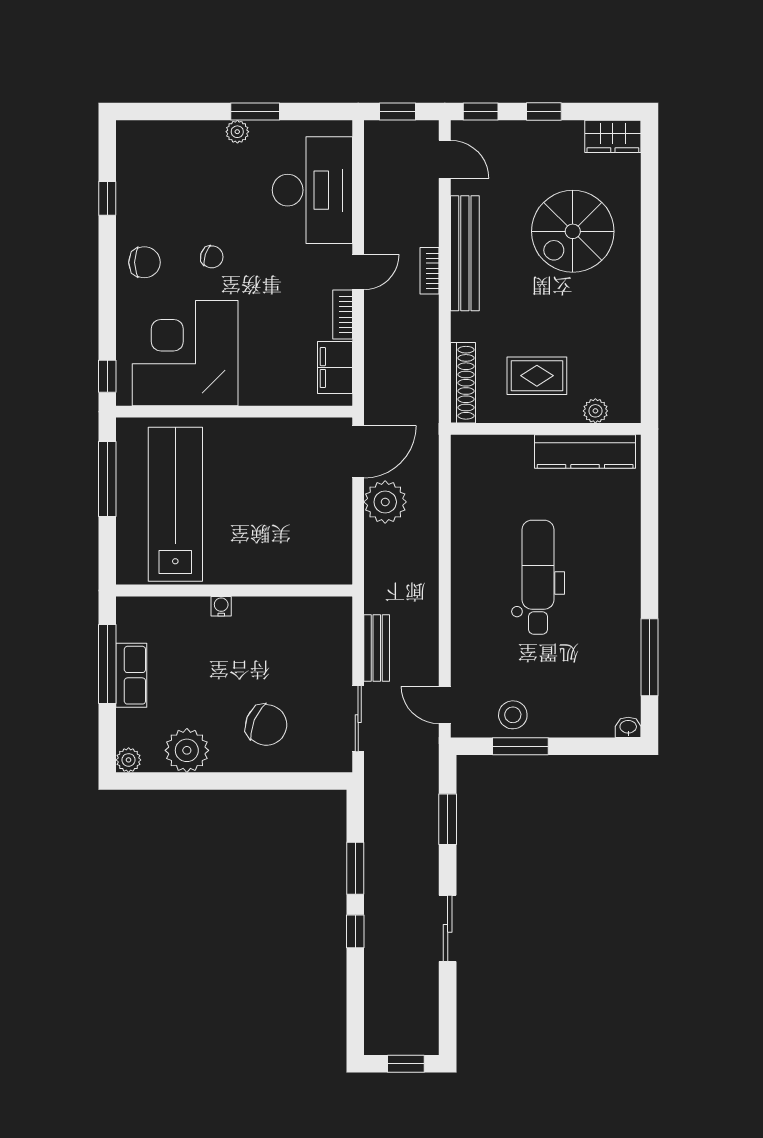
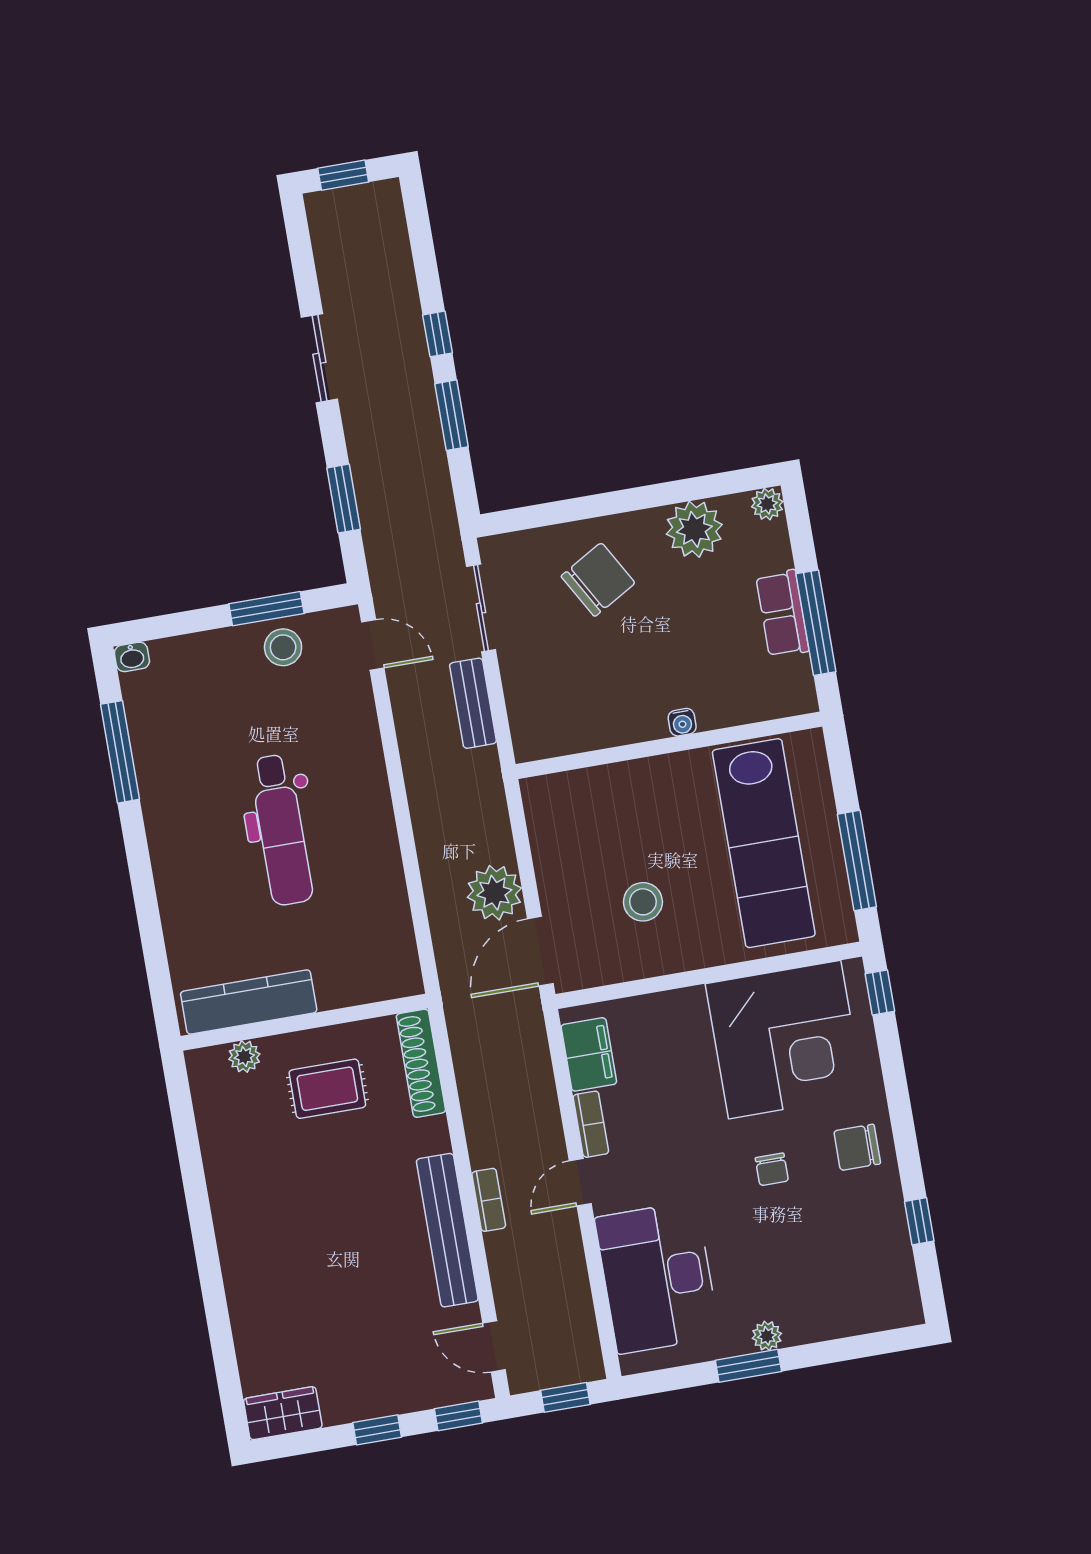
spiral stairs: (573, 231) -> (313, 1282), removed
chair: (212, 257) -> (772, 1169), turned -108
stool: (274, 476) -> (643, 902), added
chair: (266, 725) -> (598, 580), turned 127

